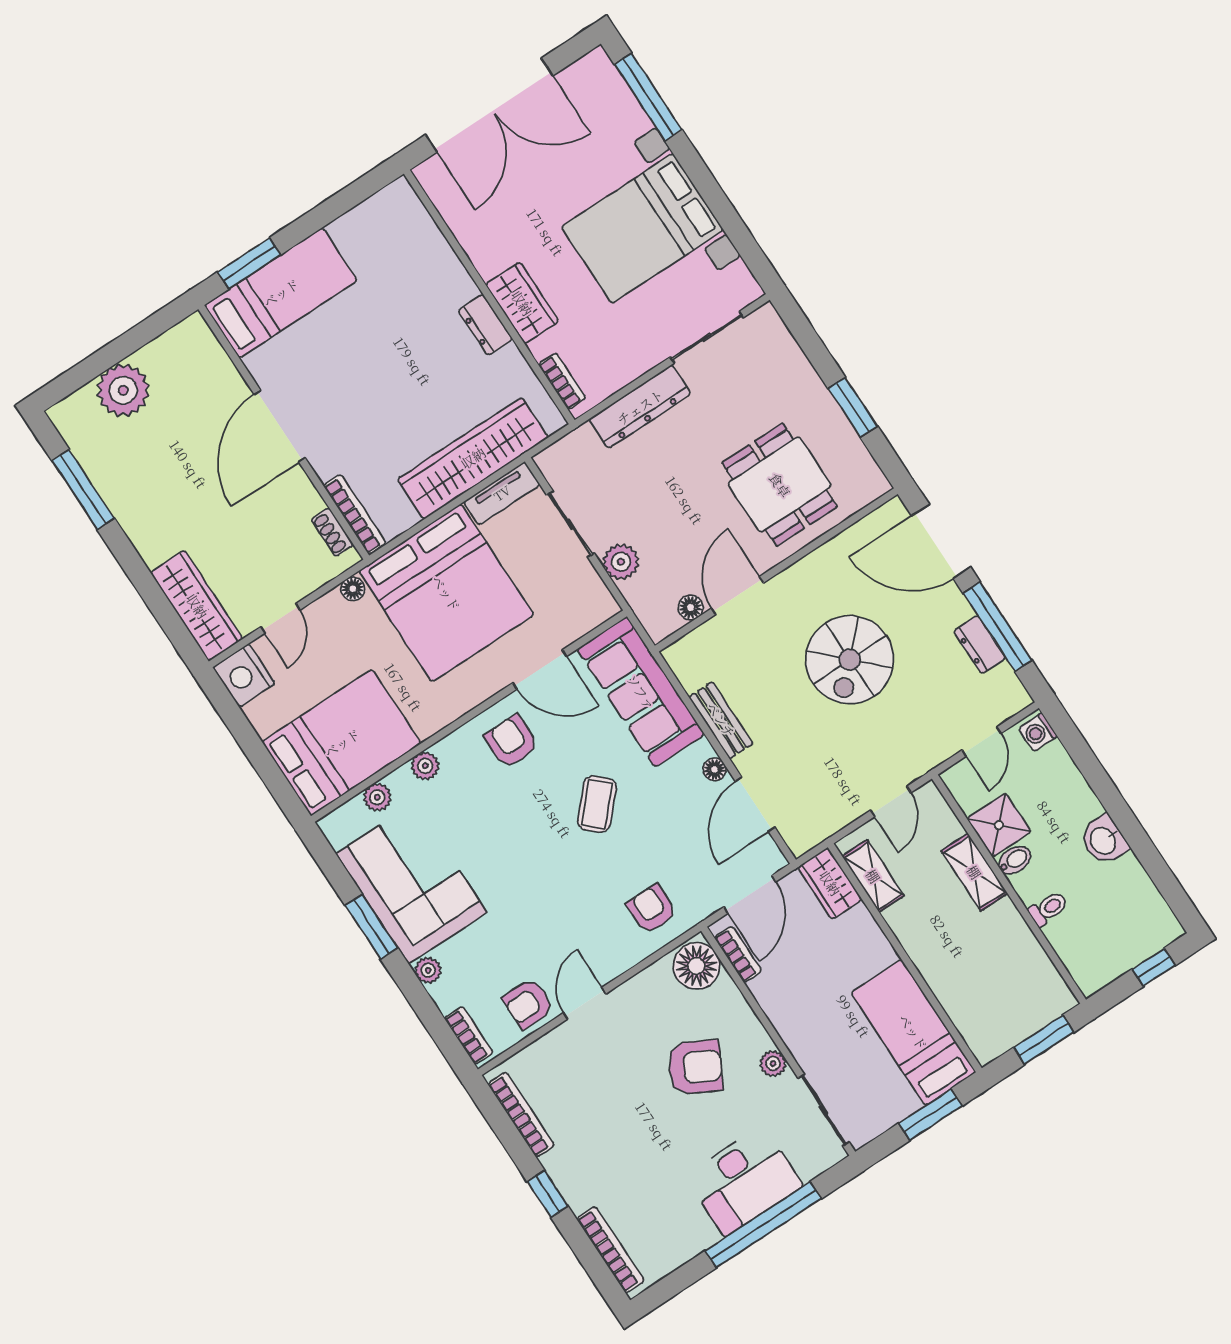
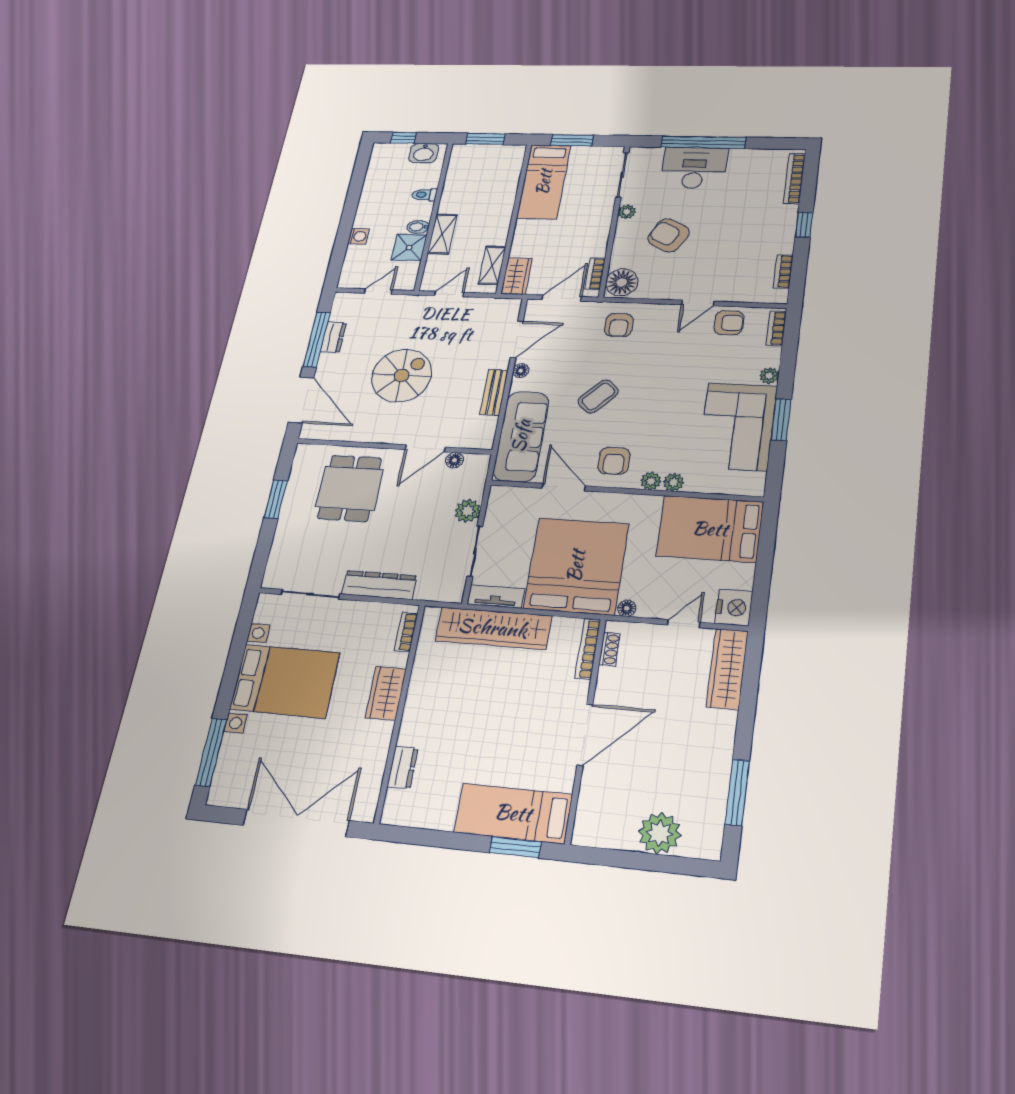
dresser: (485, 325) -> (403, 767), moved
washing machine: (1038, 732) -> (358, 236), moved
plant: (377, 797) -> (651, 481), moved
washbasin: (1104, 840) -> (424, 153), moved, turned 90
bookcase: (521, 1115) -> (783, 271), width x0.64

